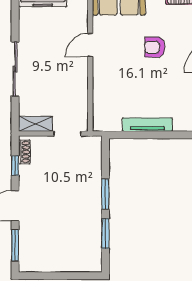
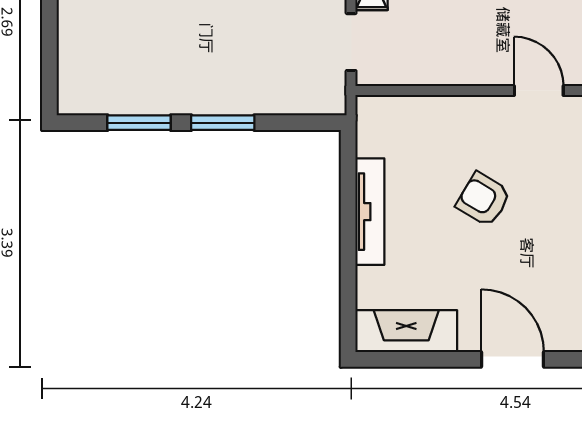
armchair: (155, 47) -> (483, 199), moved, turned -59

